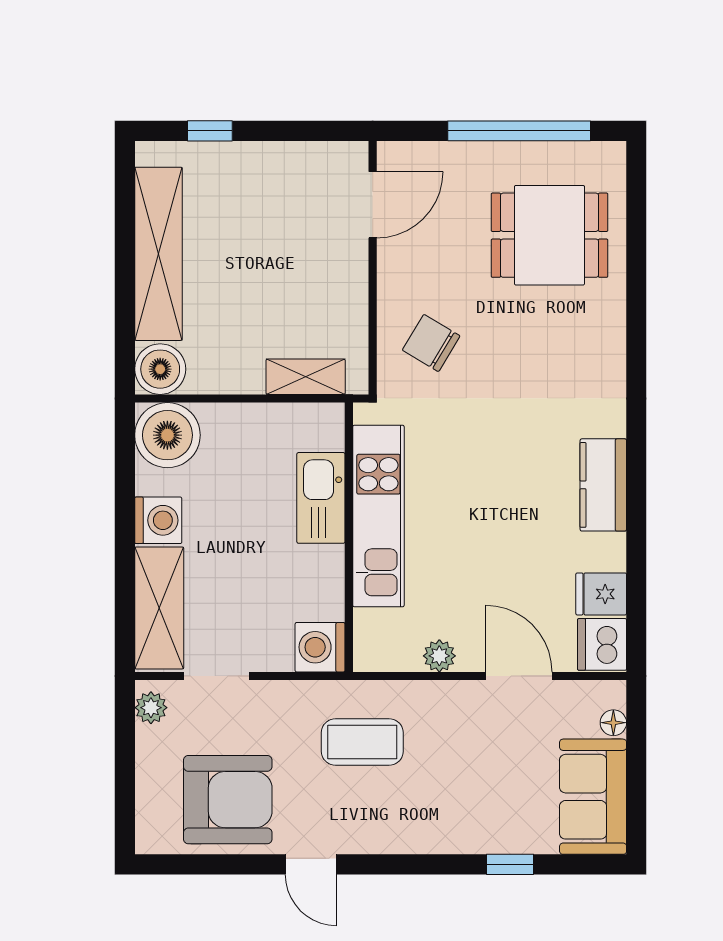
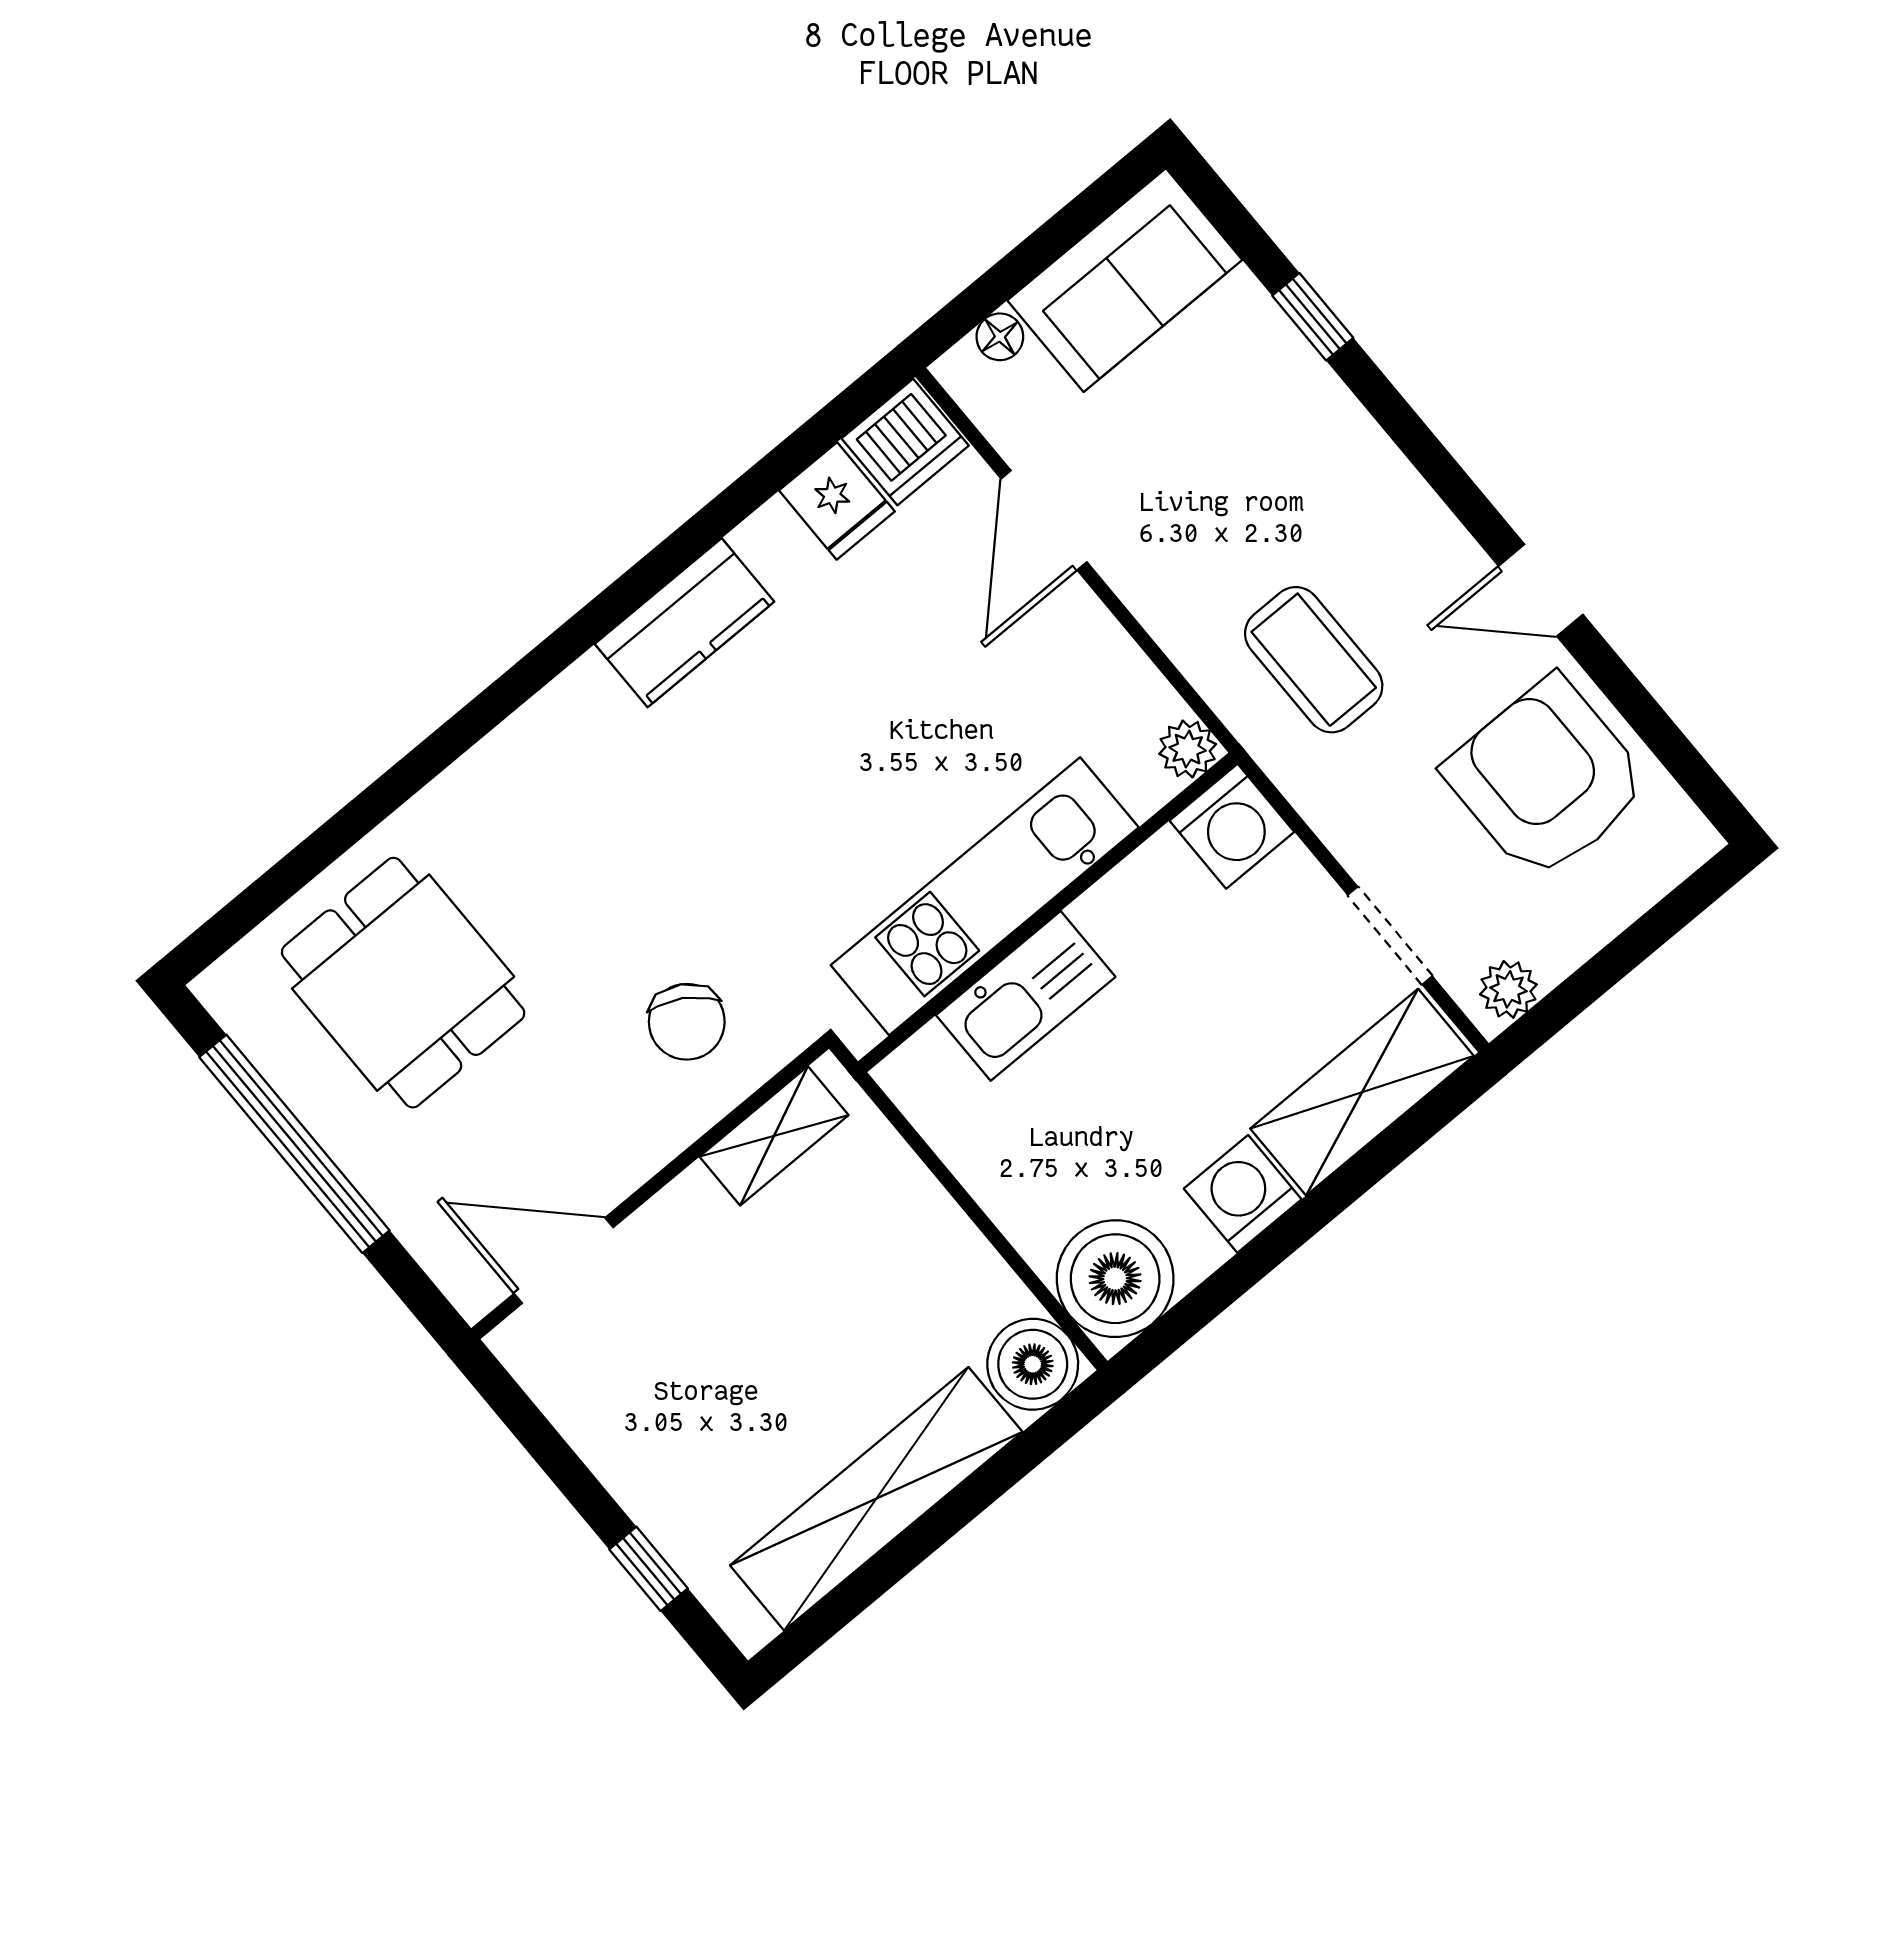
shelving: (306, 377) -> (774, 1136), moved, turned 90
plant: (439, 656) -> (1188, 749), moved
door: (311, 864) -> (1541, 590), swing flipped

